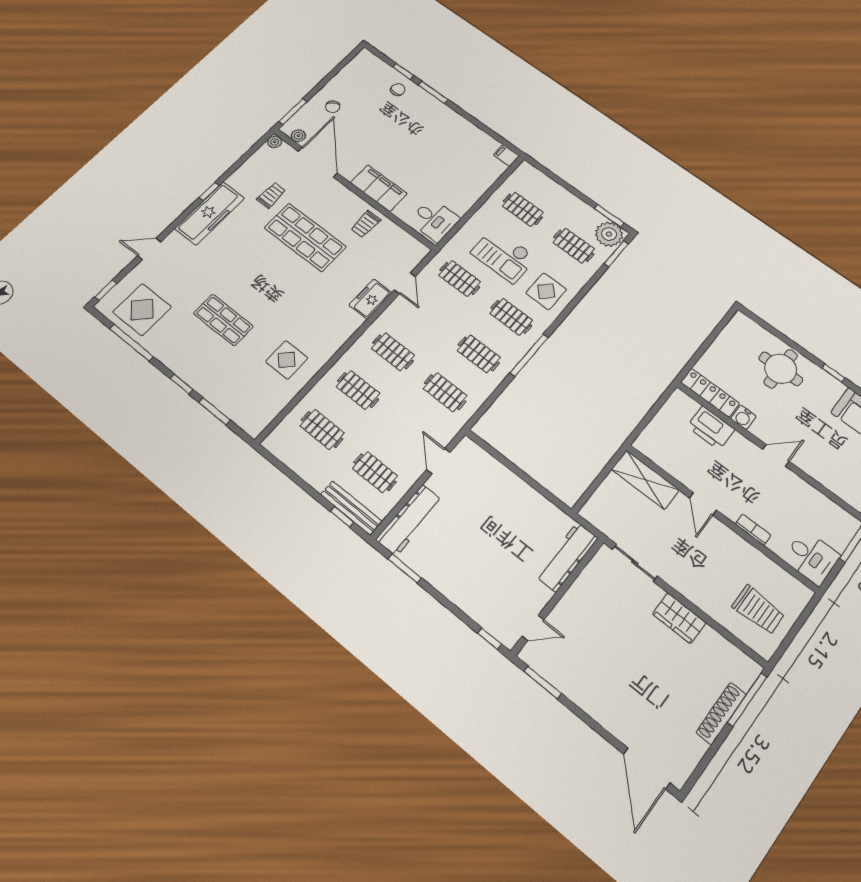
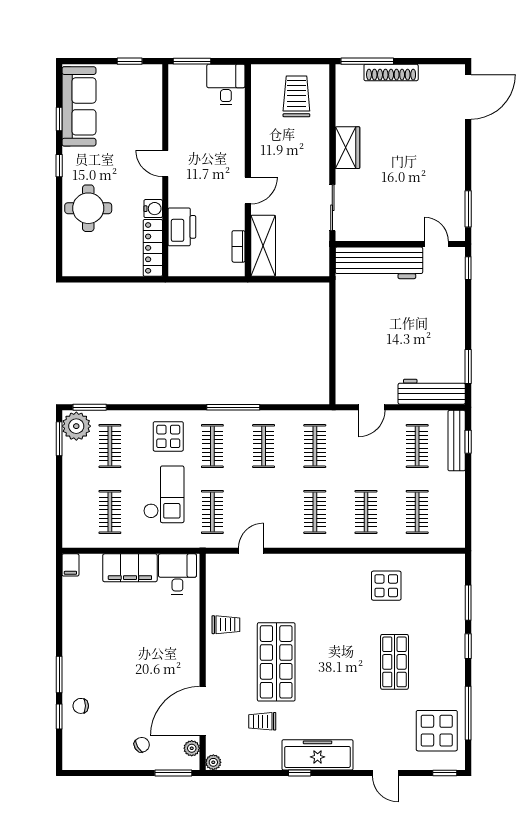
filing cabinet: (379, 188) -> (130, 568), moved, turned -90
freezer: (370, 299) -> (286, 566), removed
bookcase: (753, 530) -> (239, 246), moved
workbench: (567, 557) -> (379, 263), width x1.36, depth x1.32

